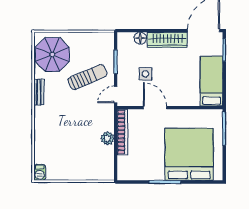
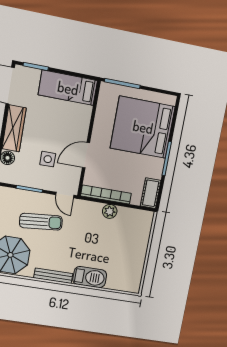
sun lounger: (88, 77) -> (41, 222), turned 108
bench: (39, 92) -> (53, 276), width x1.36
barbecue: (40, 172) -> (90, 277), moved, width x1.88, depth x1.53
cot: (131, 173) -> (151, 193), added

